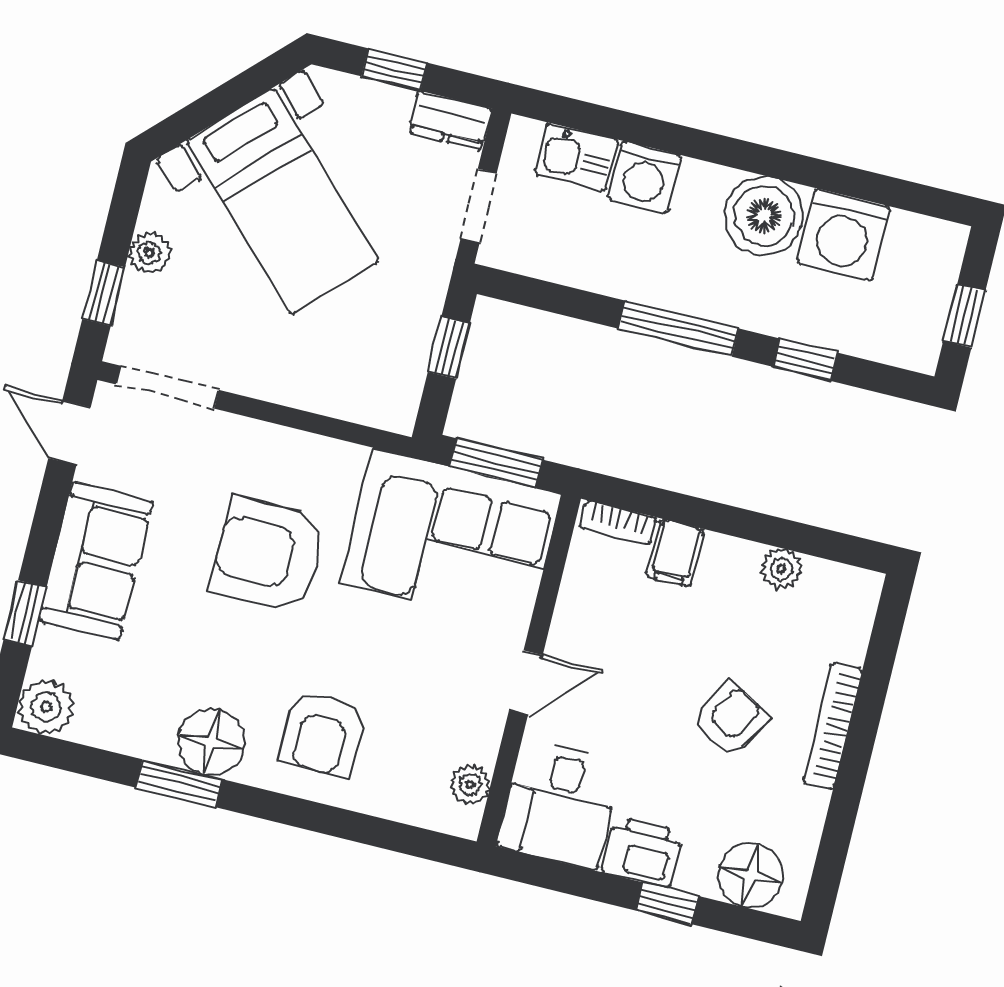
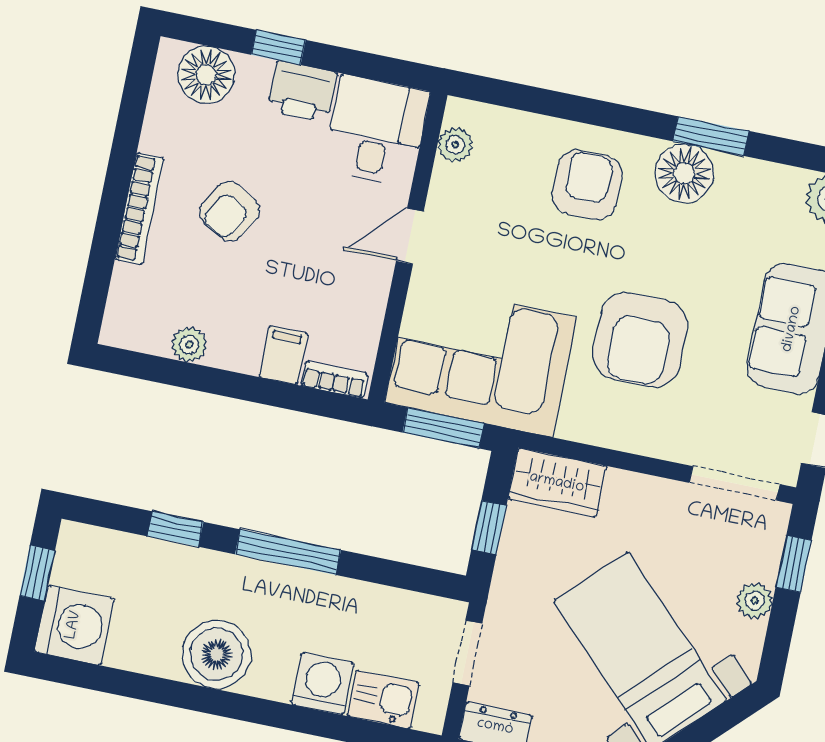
washing machine: (844, 235) -> (74, 625), moved, turned 90
wardrobe: (369, 396) -> (557, 483), added
armchair: (269, 555) -> (640, 340), turned 90

